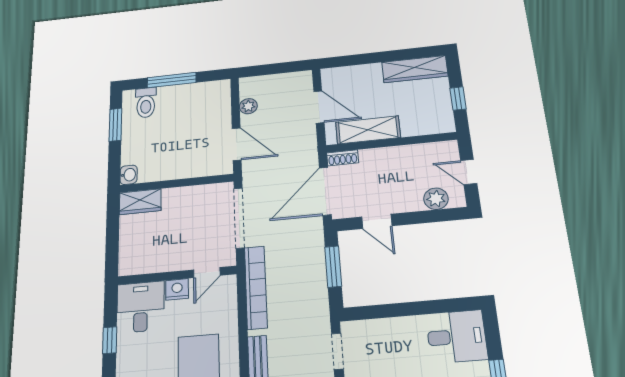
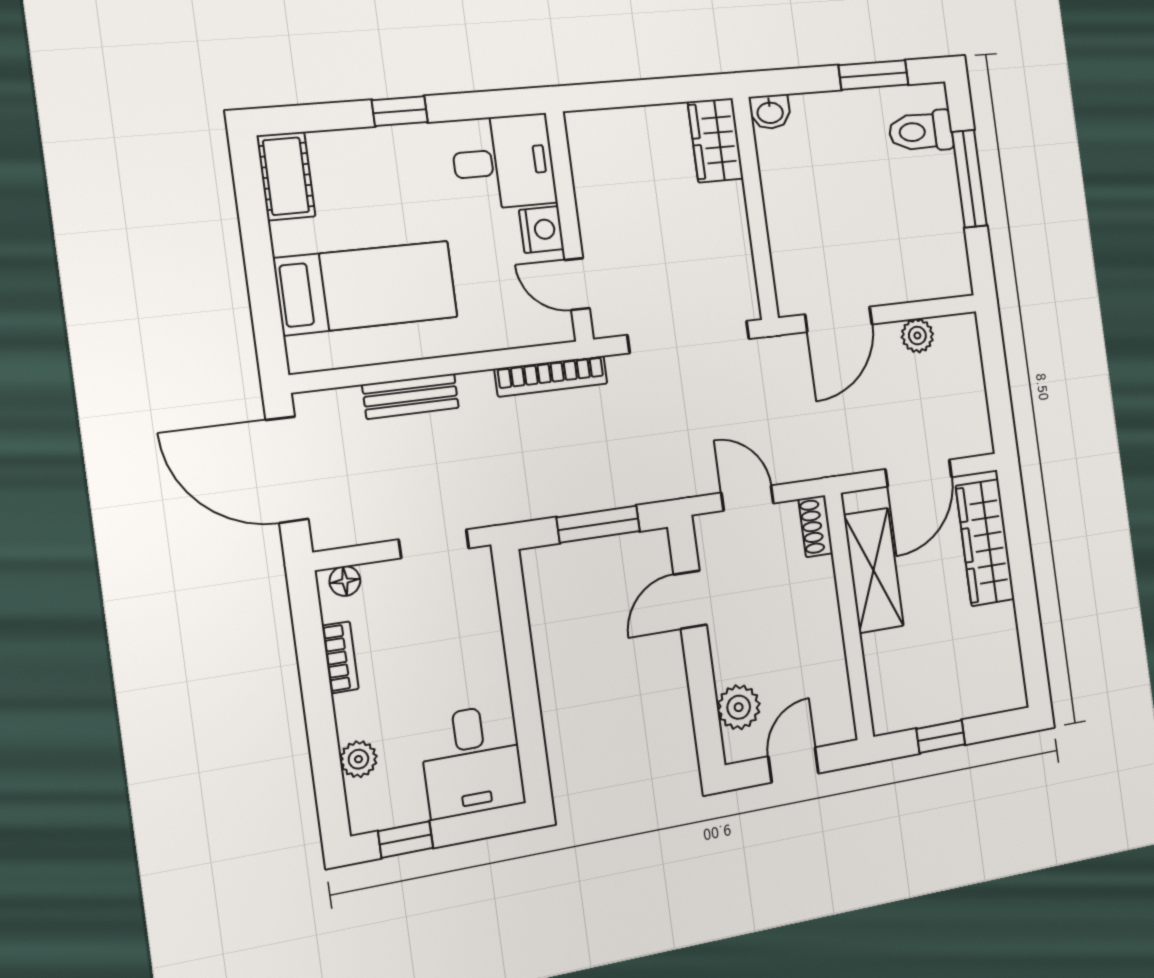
wardrobe: (415, 69) -> (985, 543), moved
door: (325, 191) -> (747, 498), width x0.53
bookcase: (256, 287) -> (551, 376), width x0.68, depth x0.76
window: (110, 340) -> (400, 111), moved

